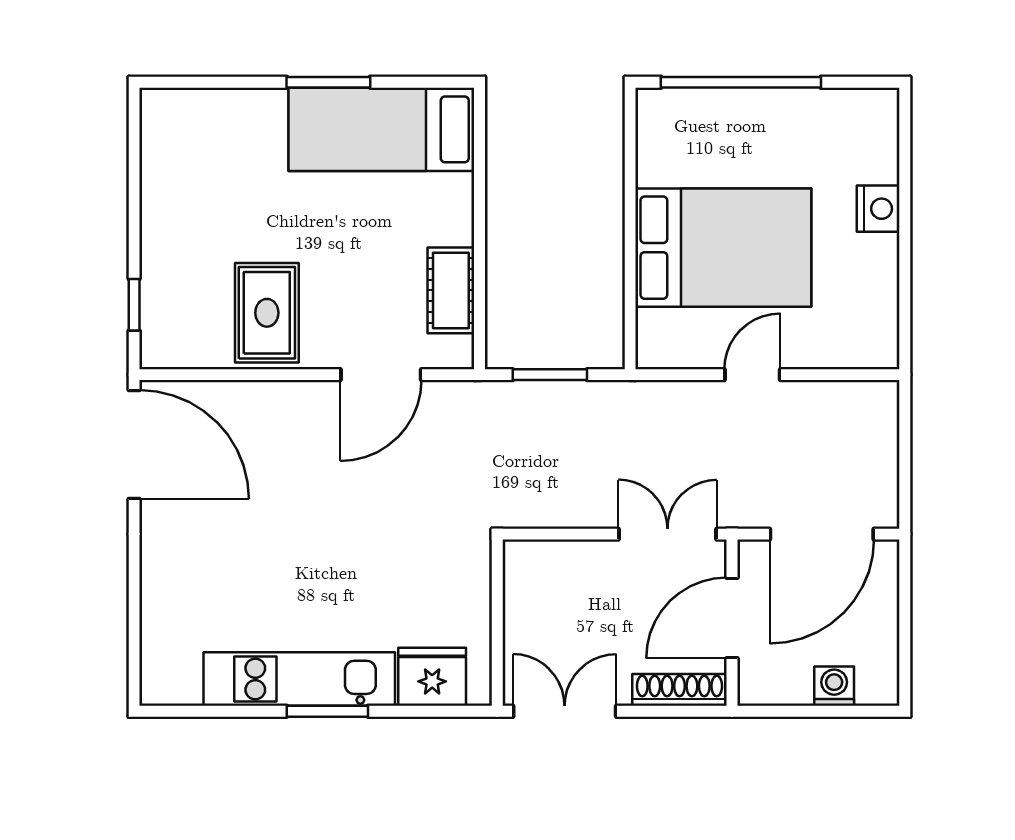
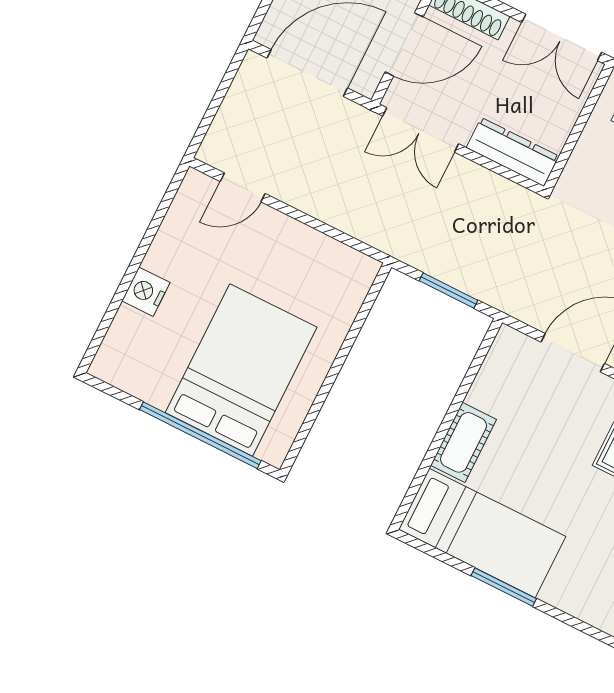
bed: (723, 248) -> (241, 370), moved, turned 90
cot: (451, 290) -> (464, 442), moved
door: (752, 375) -> (243, 187), moved
dresser: (556, 560) -> (513, 152), added

